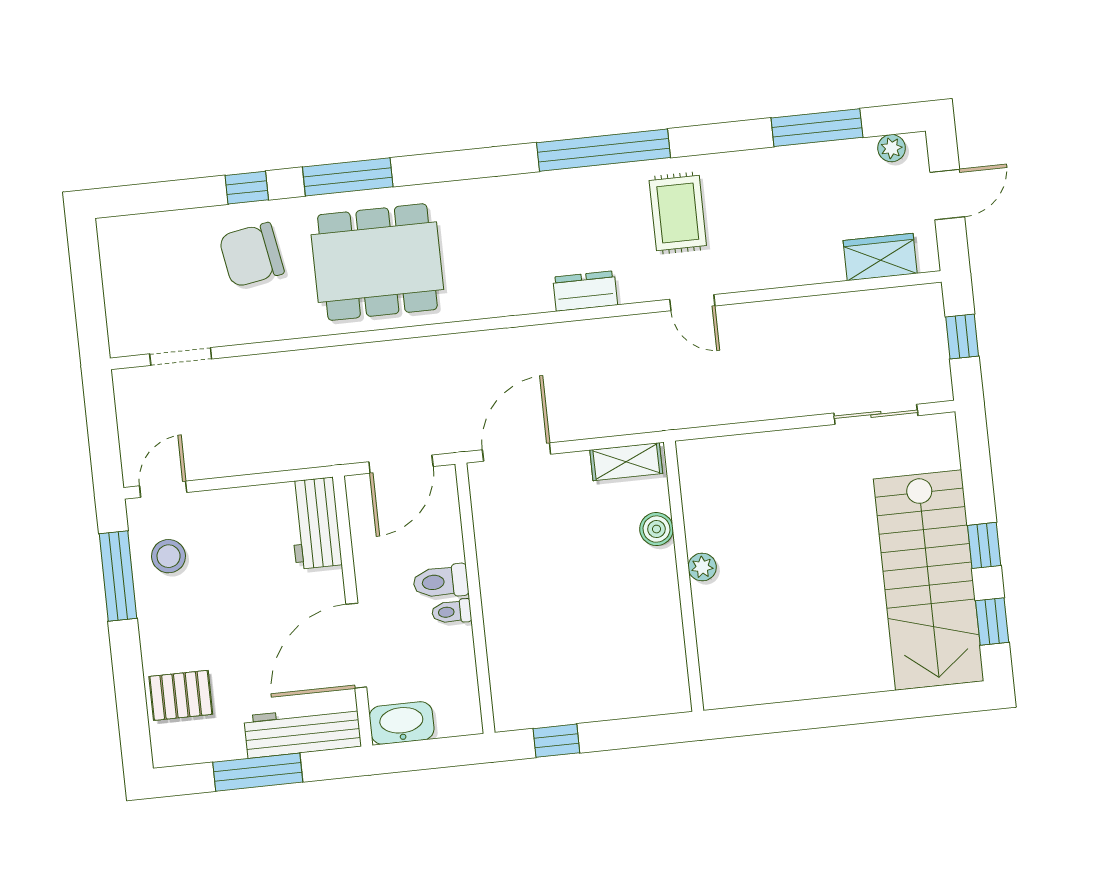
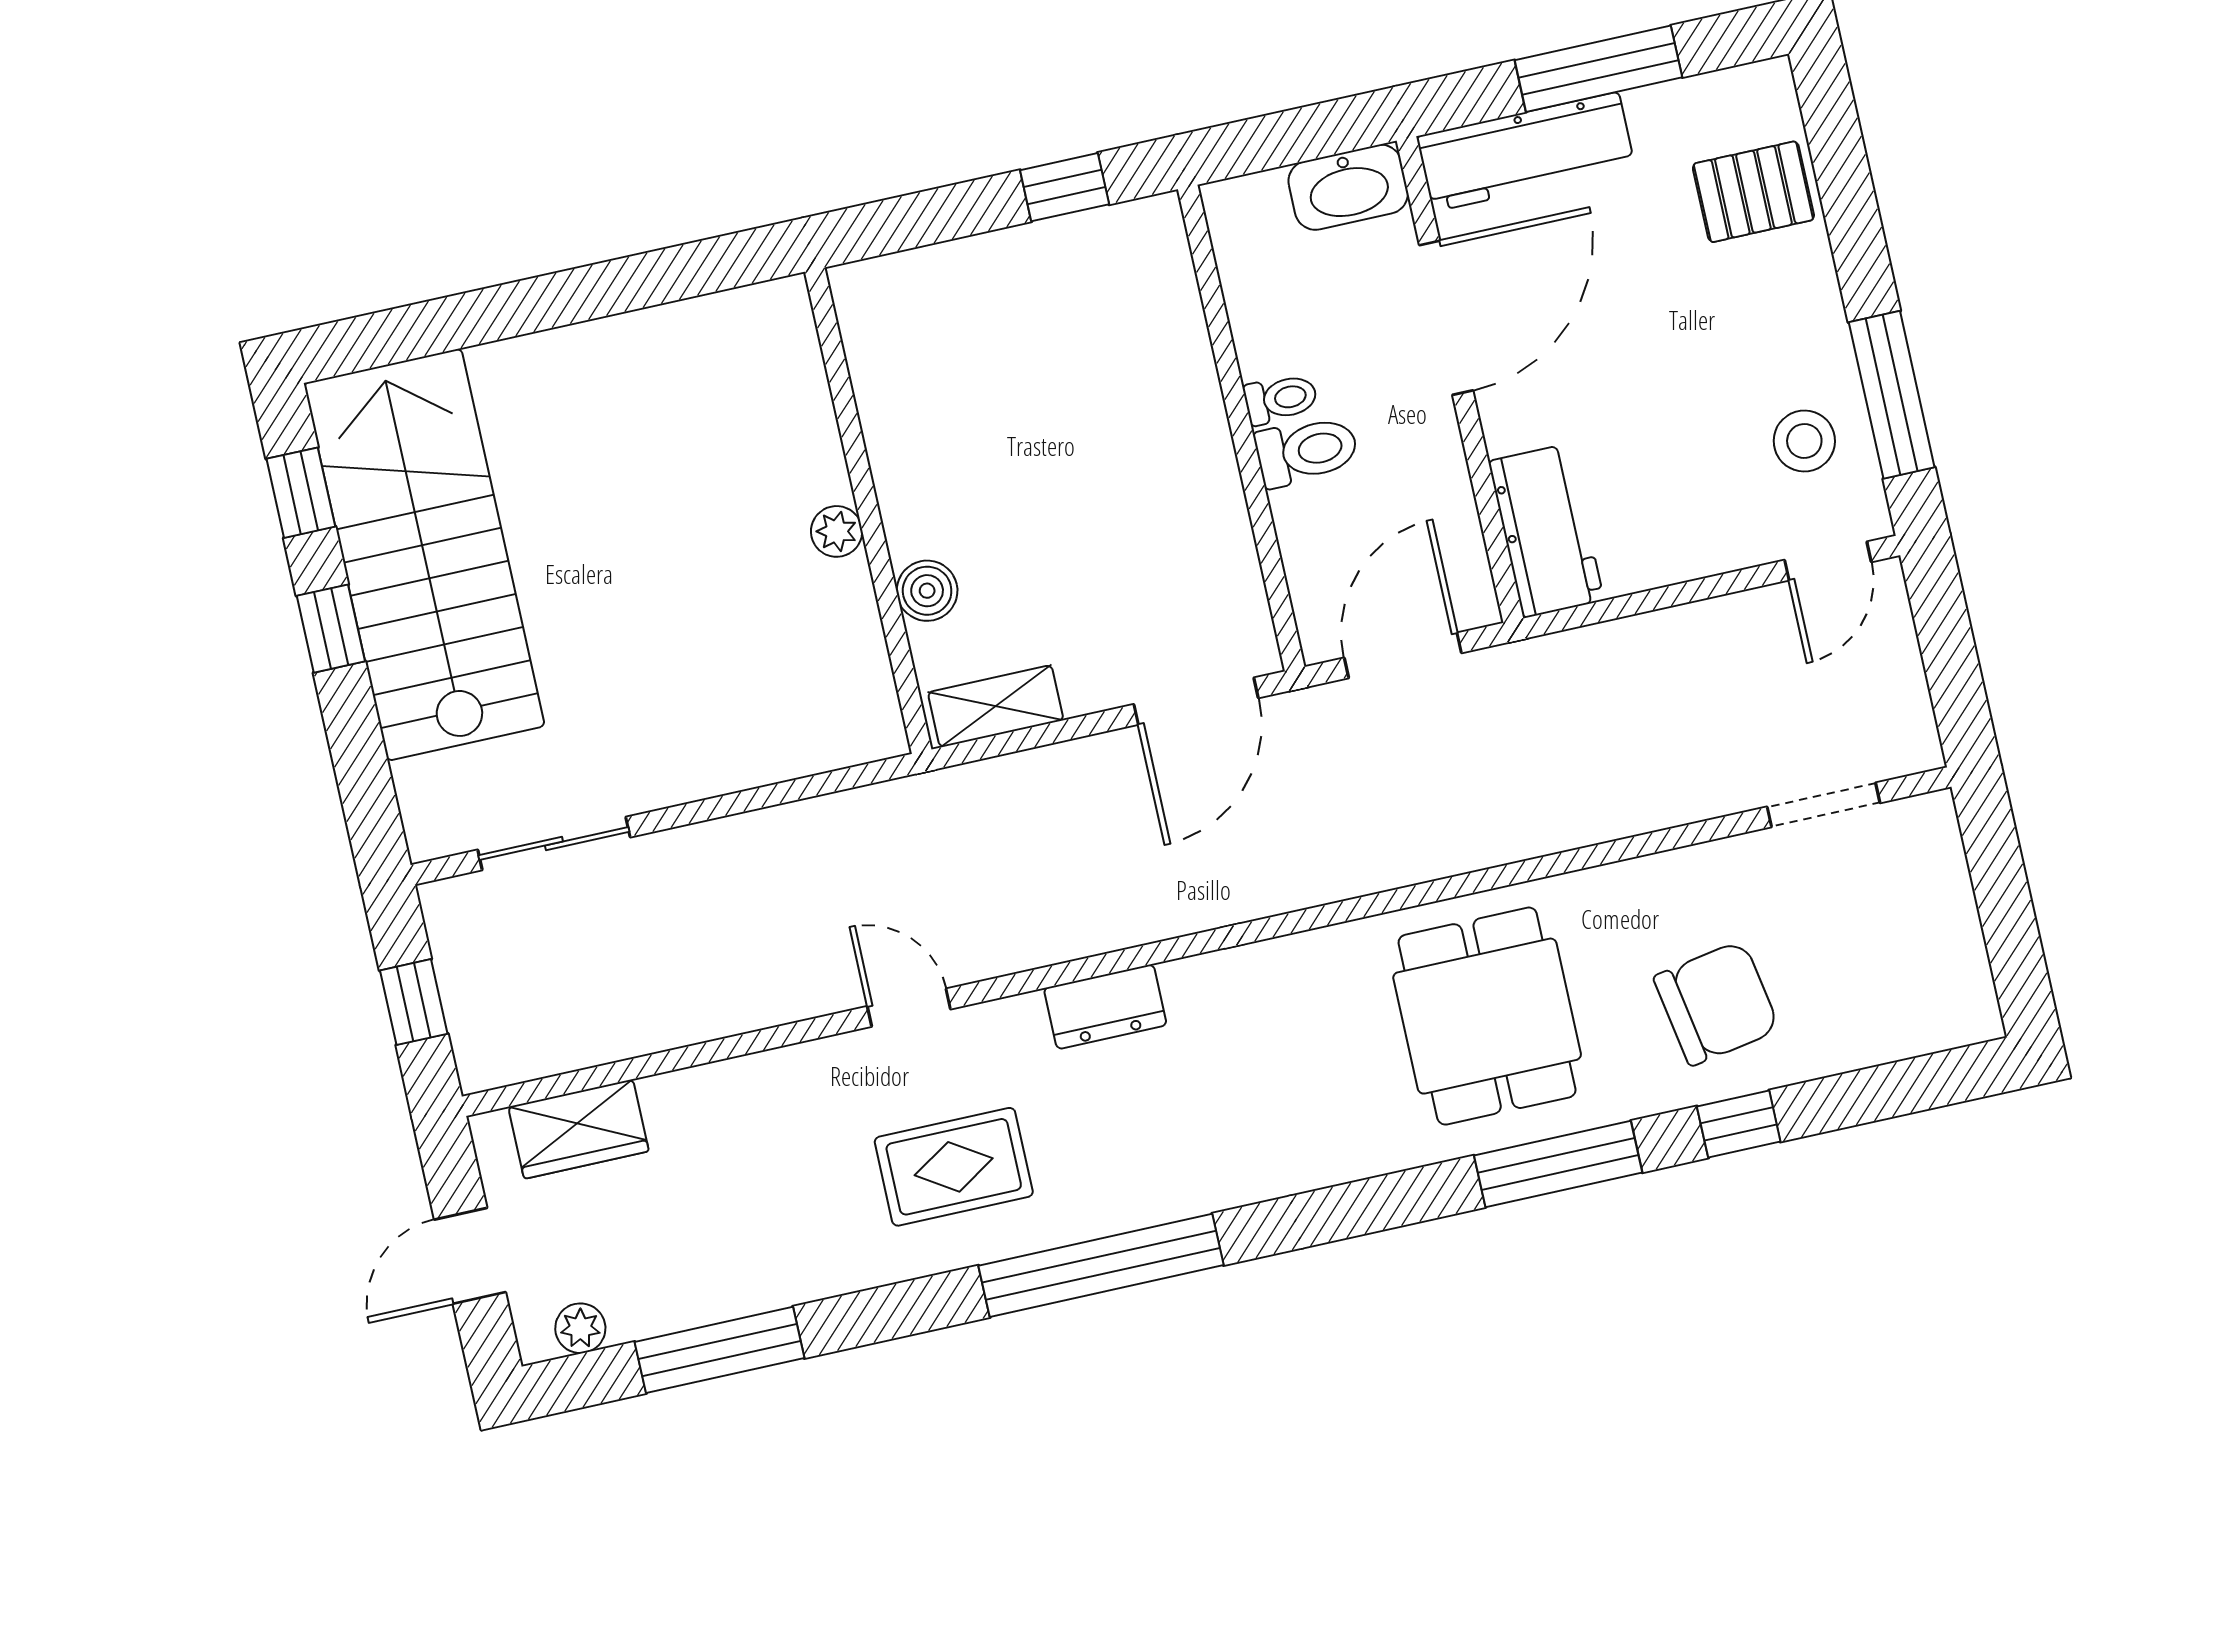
rug: (678, 213) -> (954, 1167), turned 90
dining table: (377, 262) -> (1487, 1016), width x0.73

